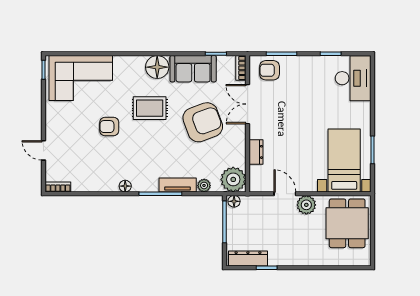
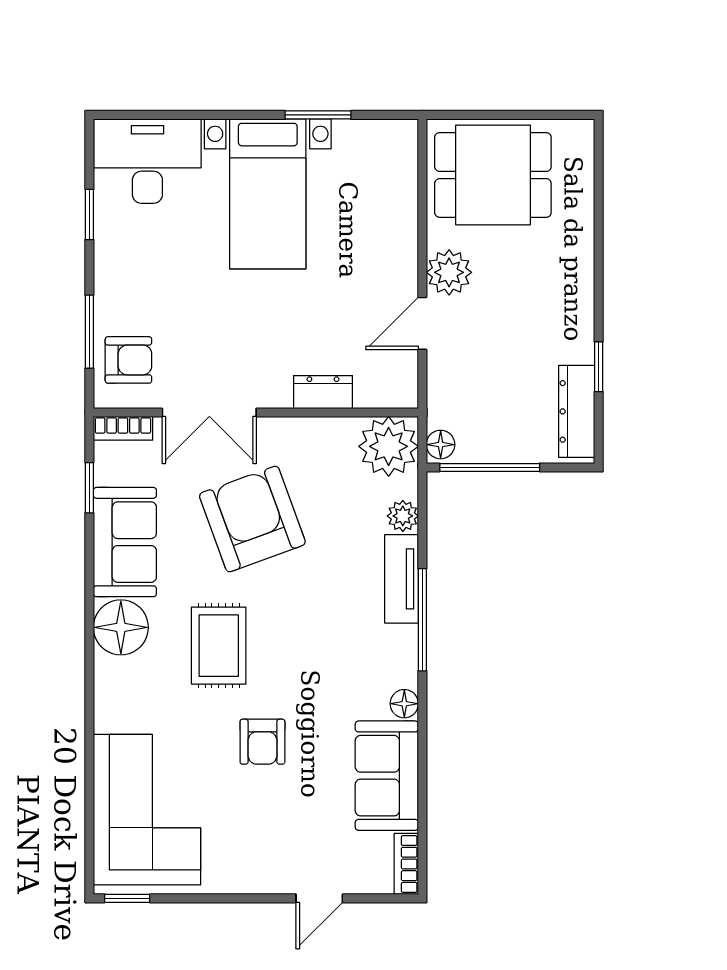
armchair: (270, 70) -> (128, 360), turned -90
bed with nightstands: (344, 160) -> (268, 194), moved, turned -90
sofa: (95, 179) -> (387, 776), added

